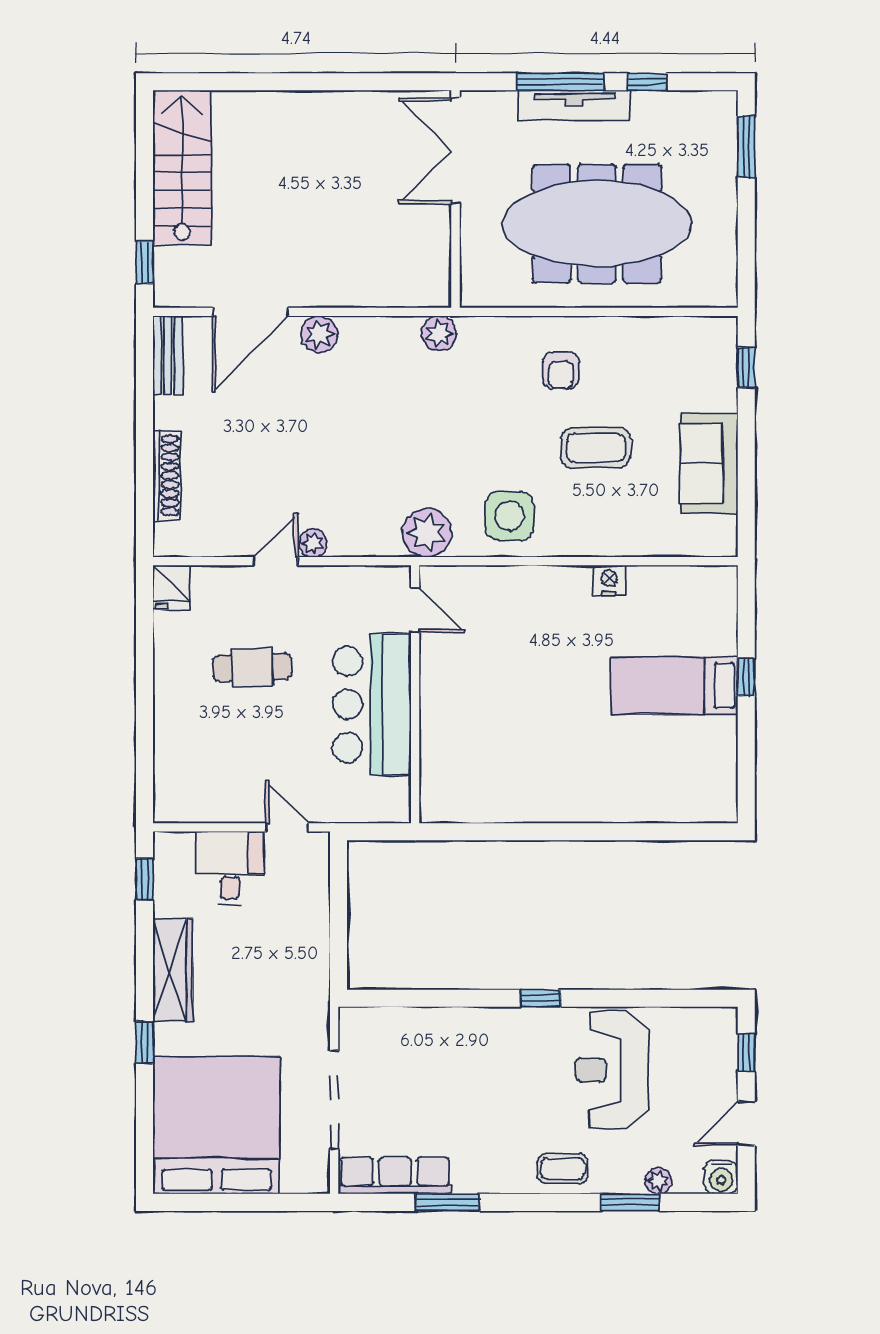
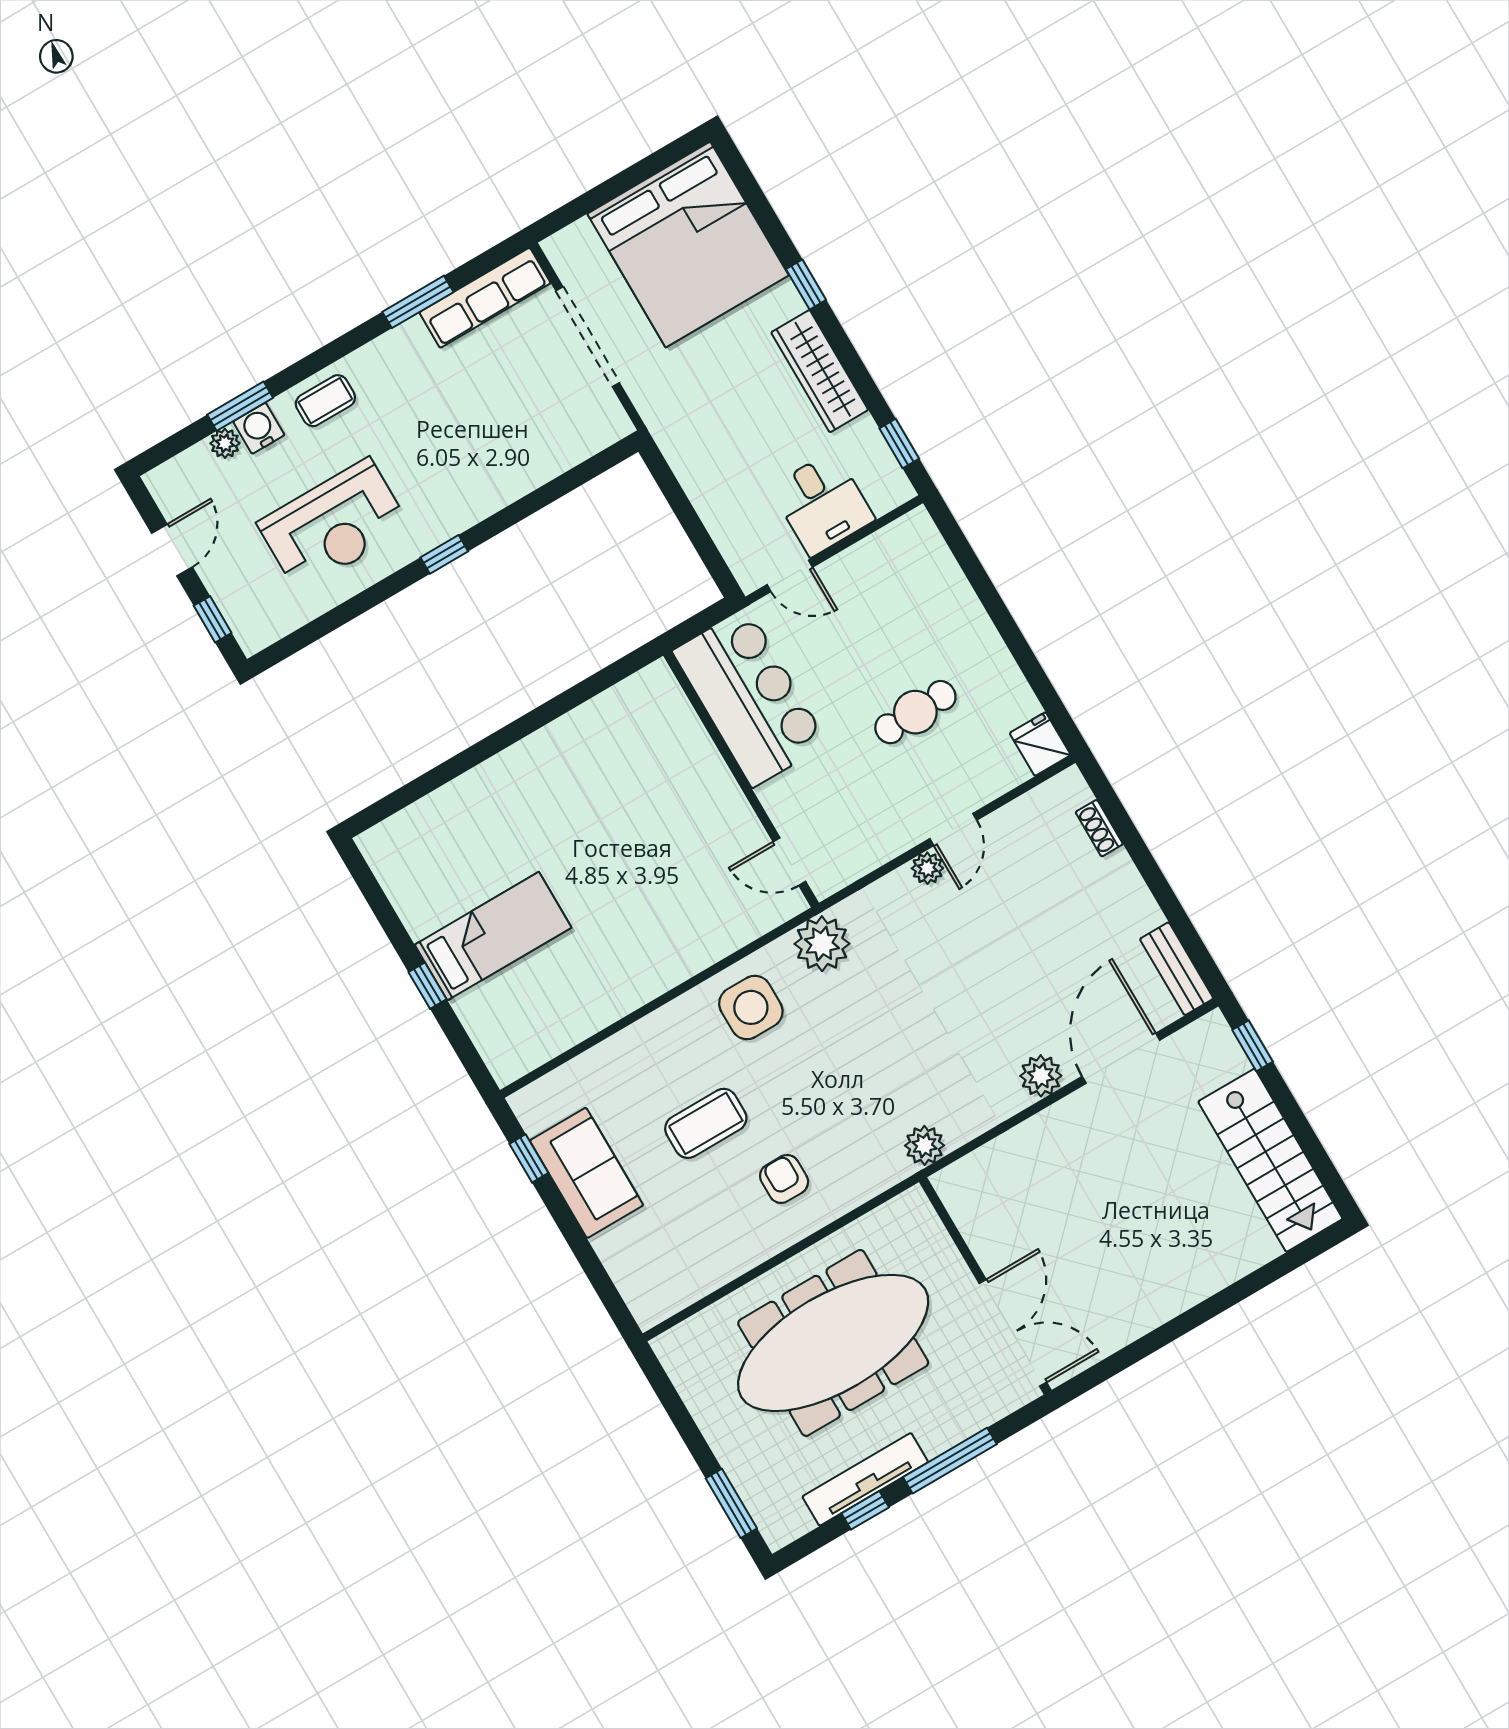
tv unit: (574, 105) -> (865, 1479), moved
window: (746, 367) -> (529, 1158), moved
shoe rack: (167, 475) -> (1099, 828), width x0.51, depth x0.81
nightstand: (609, 581) -> (617, 1001), removed
bar counter: (372, 704) -> (750, 697), moved
reception desk: (612, 1070) -> (334, 525), turned 90
water cooler: (721, 1177) -> (259, 428), moved

